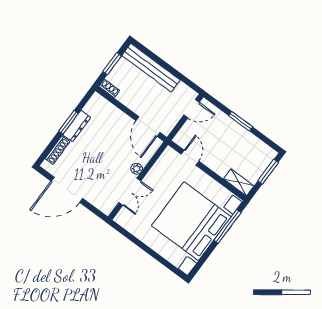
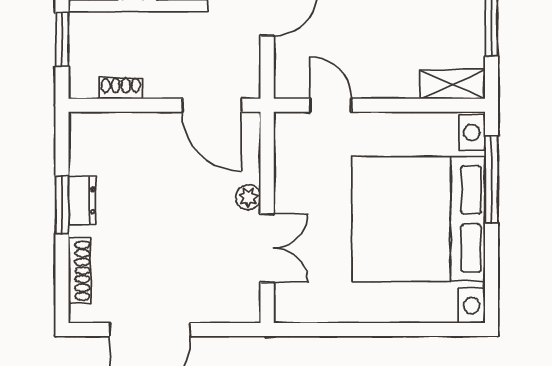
shoe rack: (109, 88) -> (121, 88), moved
dresser: (77, 126) -> (82, 200), width x0.70

